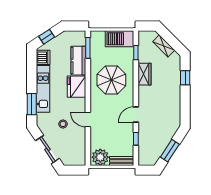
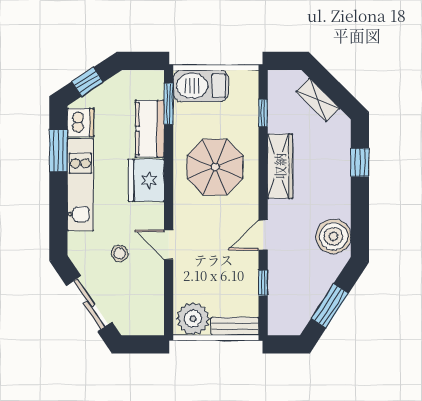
barbecue: (119, 39) -> (201, 86), moved
wardrobe: (145, 74) -> (280, 166), width x1.50
window: (32, 104) -> (58, 151), moved
boiler: (172, 115) -> (333, 236), added

